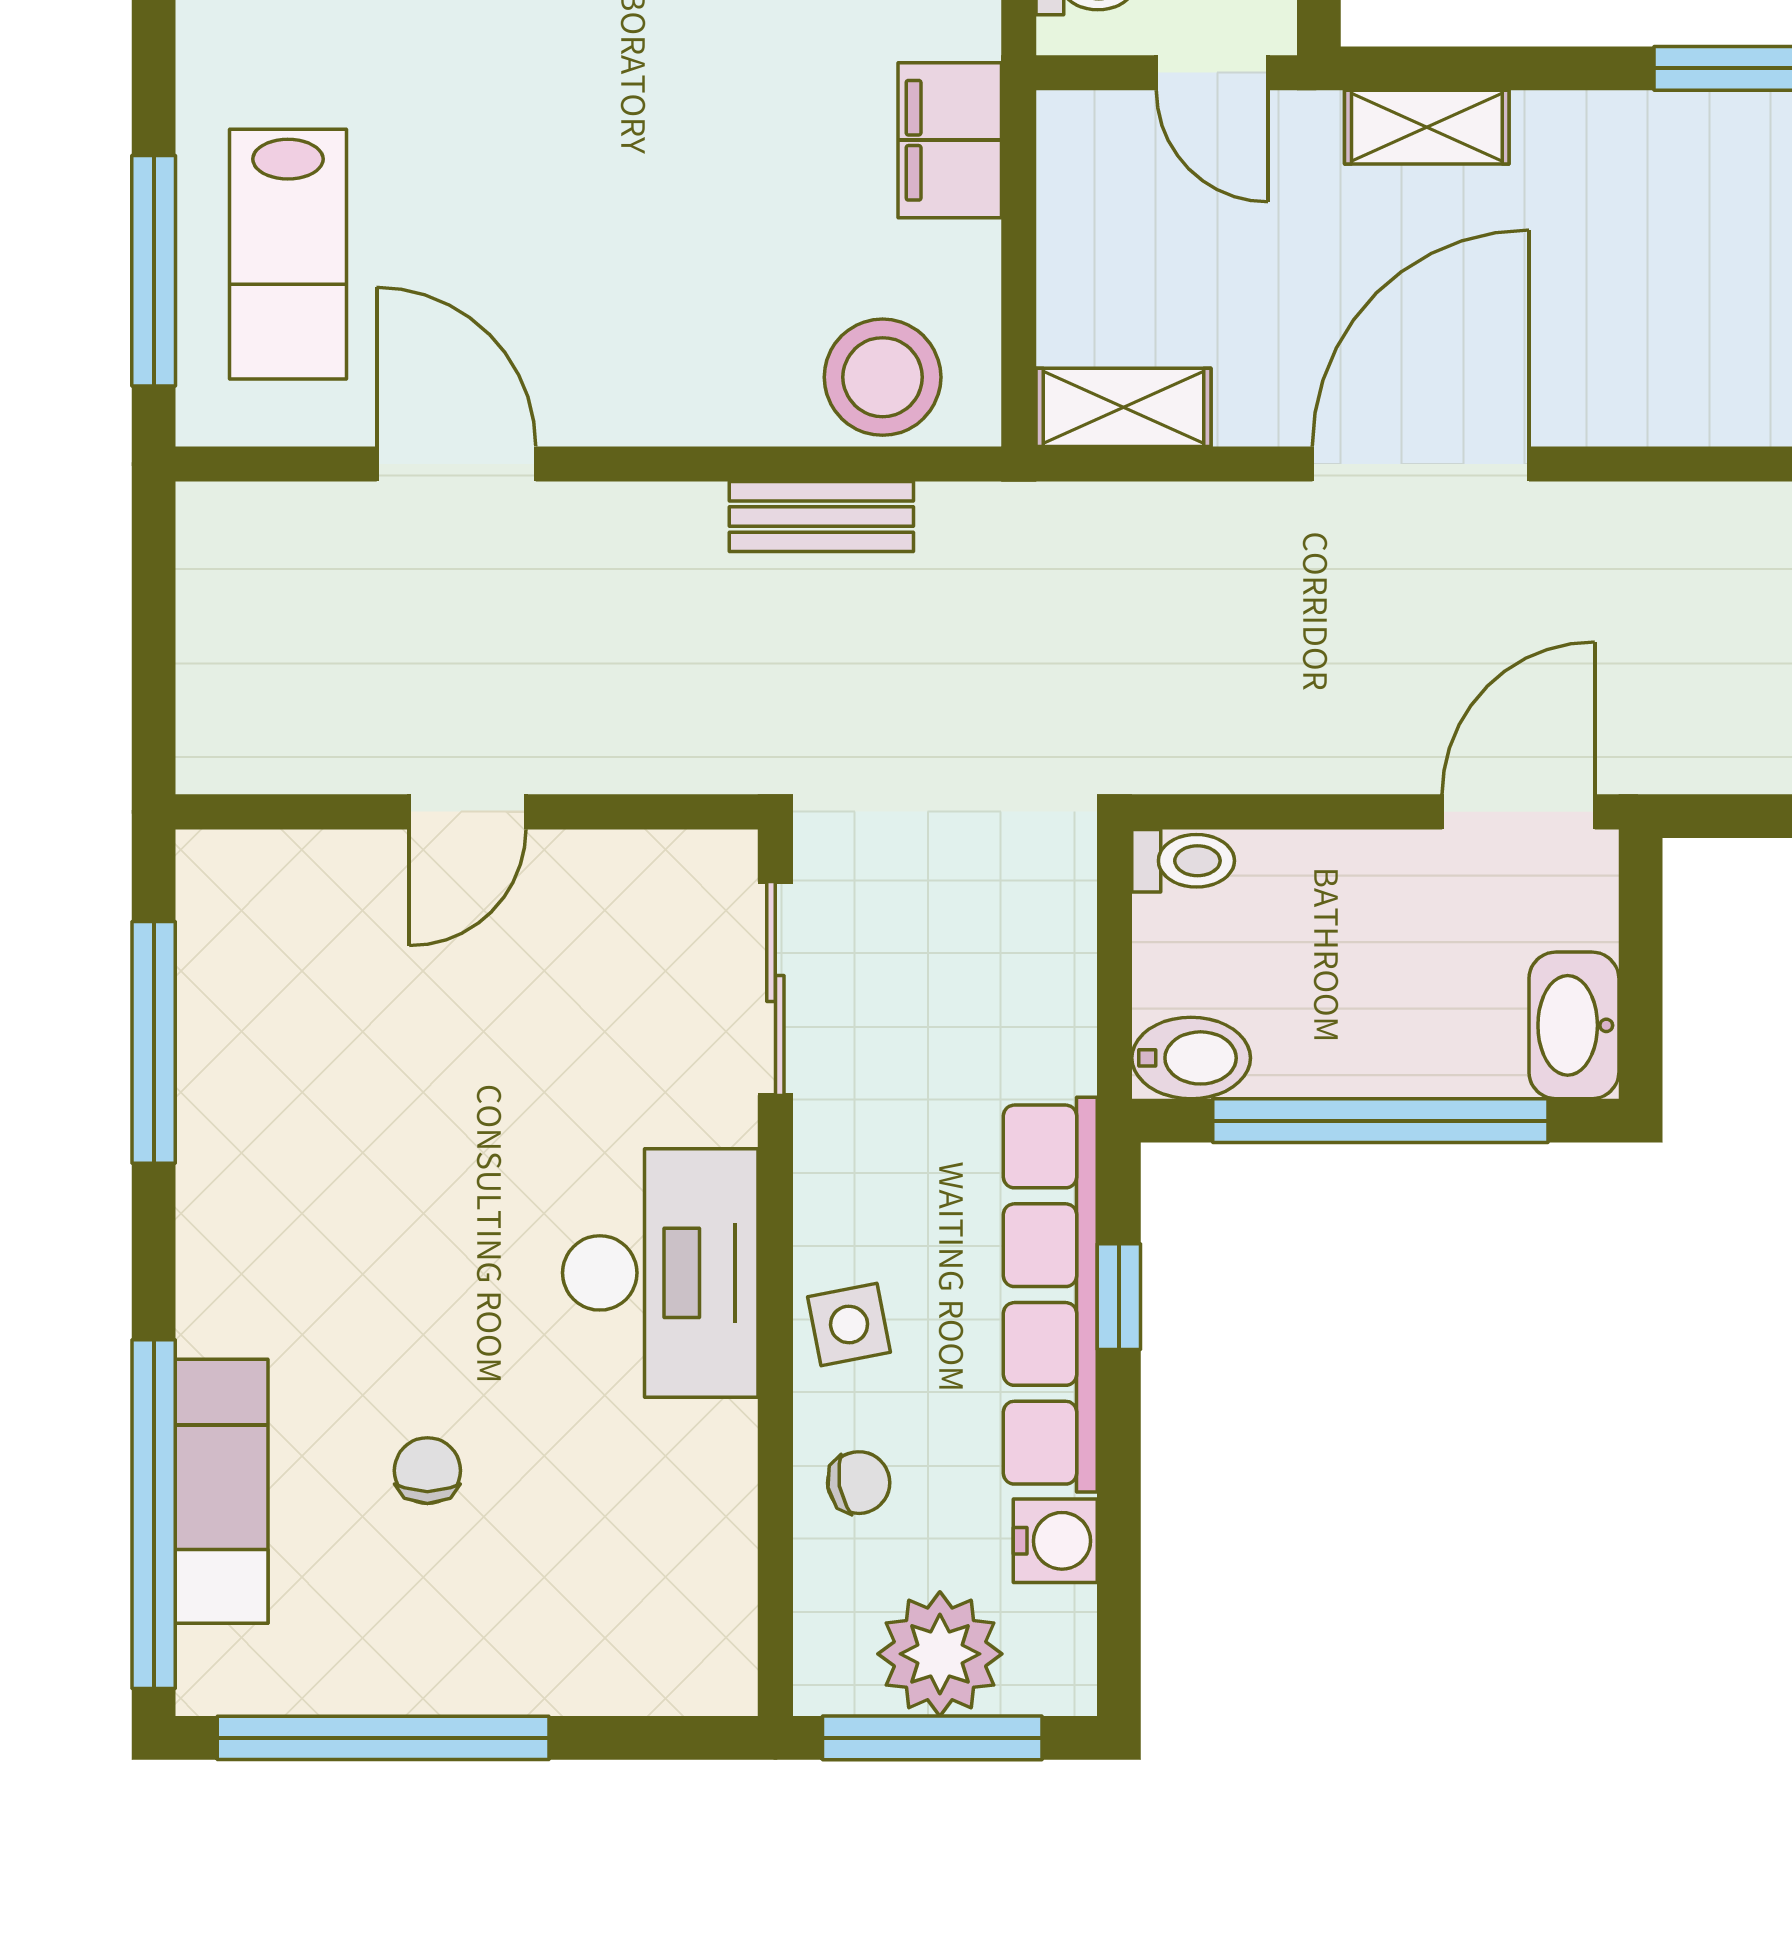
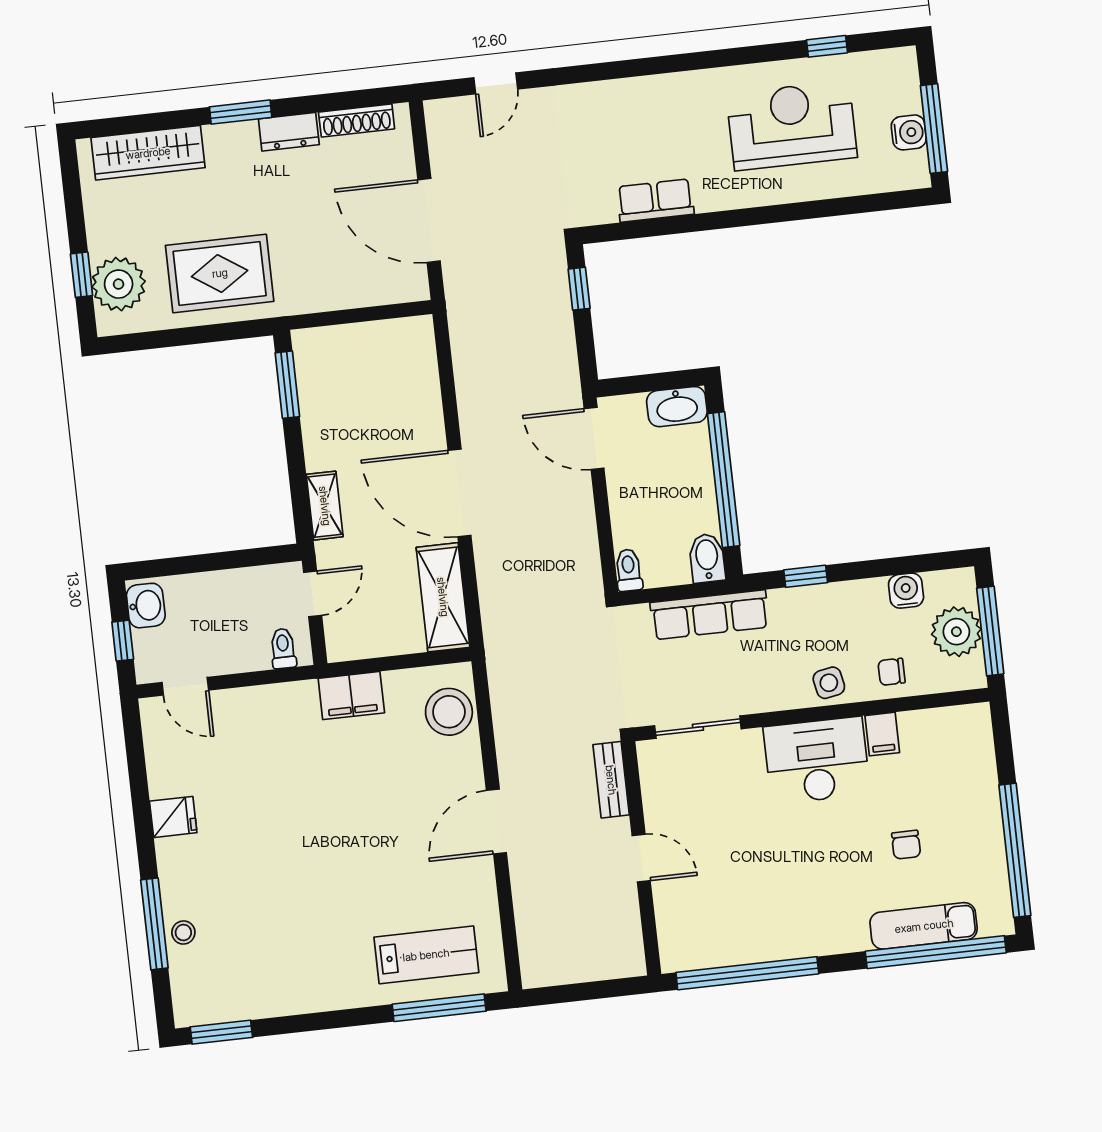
shelving: (1124, 407) -> (443, 597), width x1.50, depth x1.33
door: (456, 464) -> (496, 822), moved
bench: (821, 517) -> (611, 780), moved
window: (154, 1042) -> (747, 973), width x1.46
row of seats: (1050, 1295) -> (710, 615), moved, width x0.73
filing cabinet: (707, 1442) -> (882, 734), added
chair: (427, 1471) -> (906, 845), turned -90
chair: (859, 1483) -> (892, 672), turned -80

